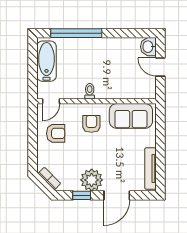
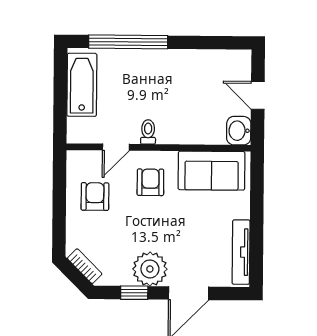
washbasin: (148, 47) -> (239, 131), moved
door: (51, 101) -> (116, 147), moved
armchair: (56, 133) -> (95, 197), turned -90

